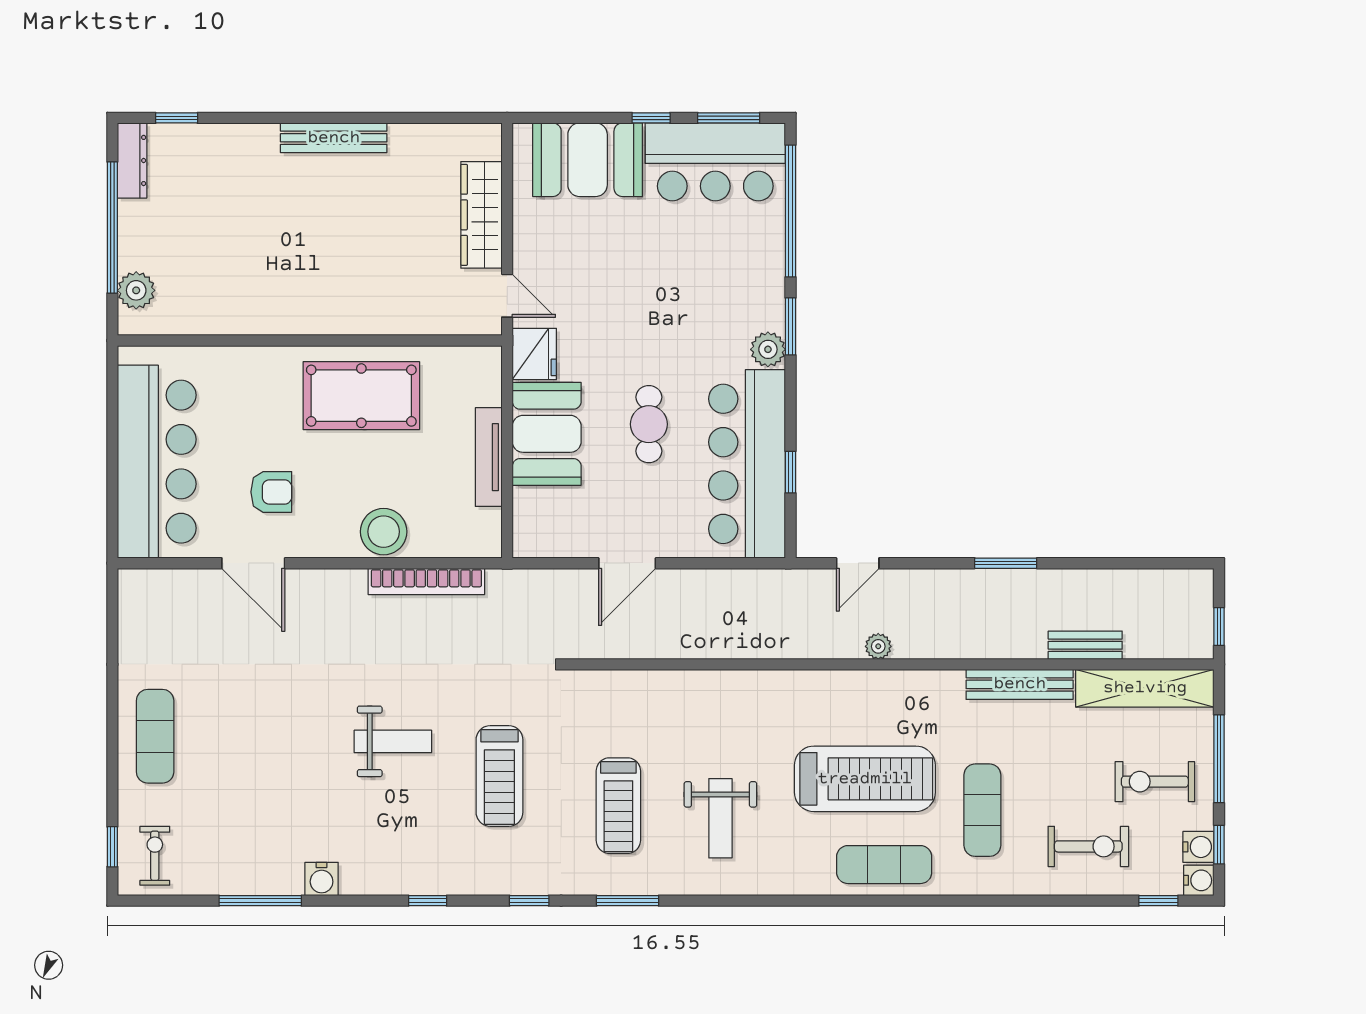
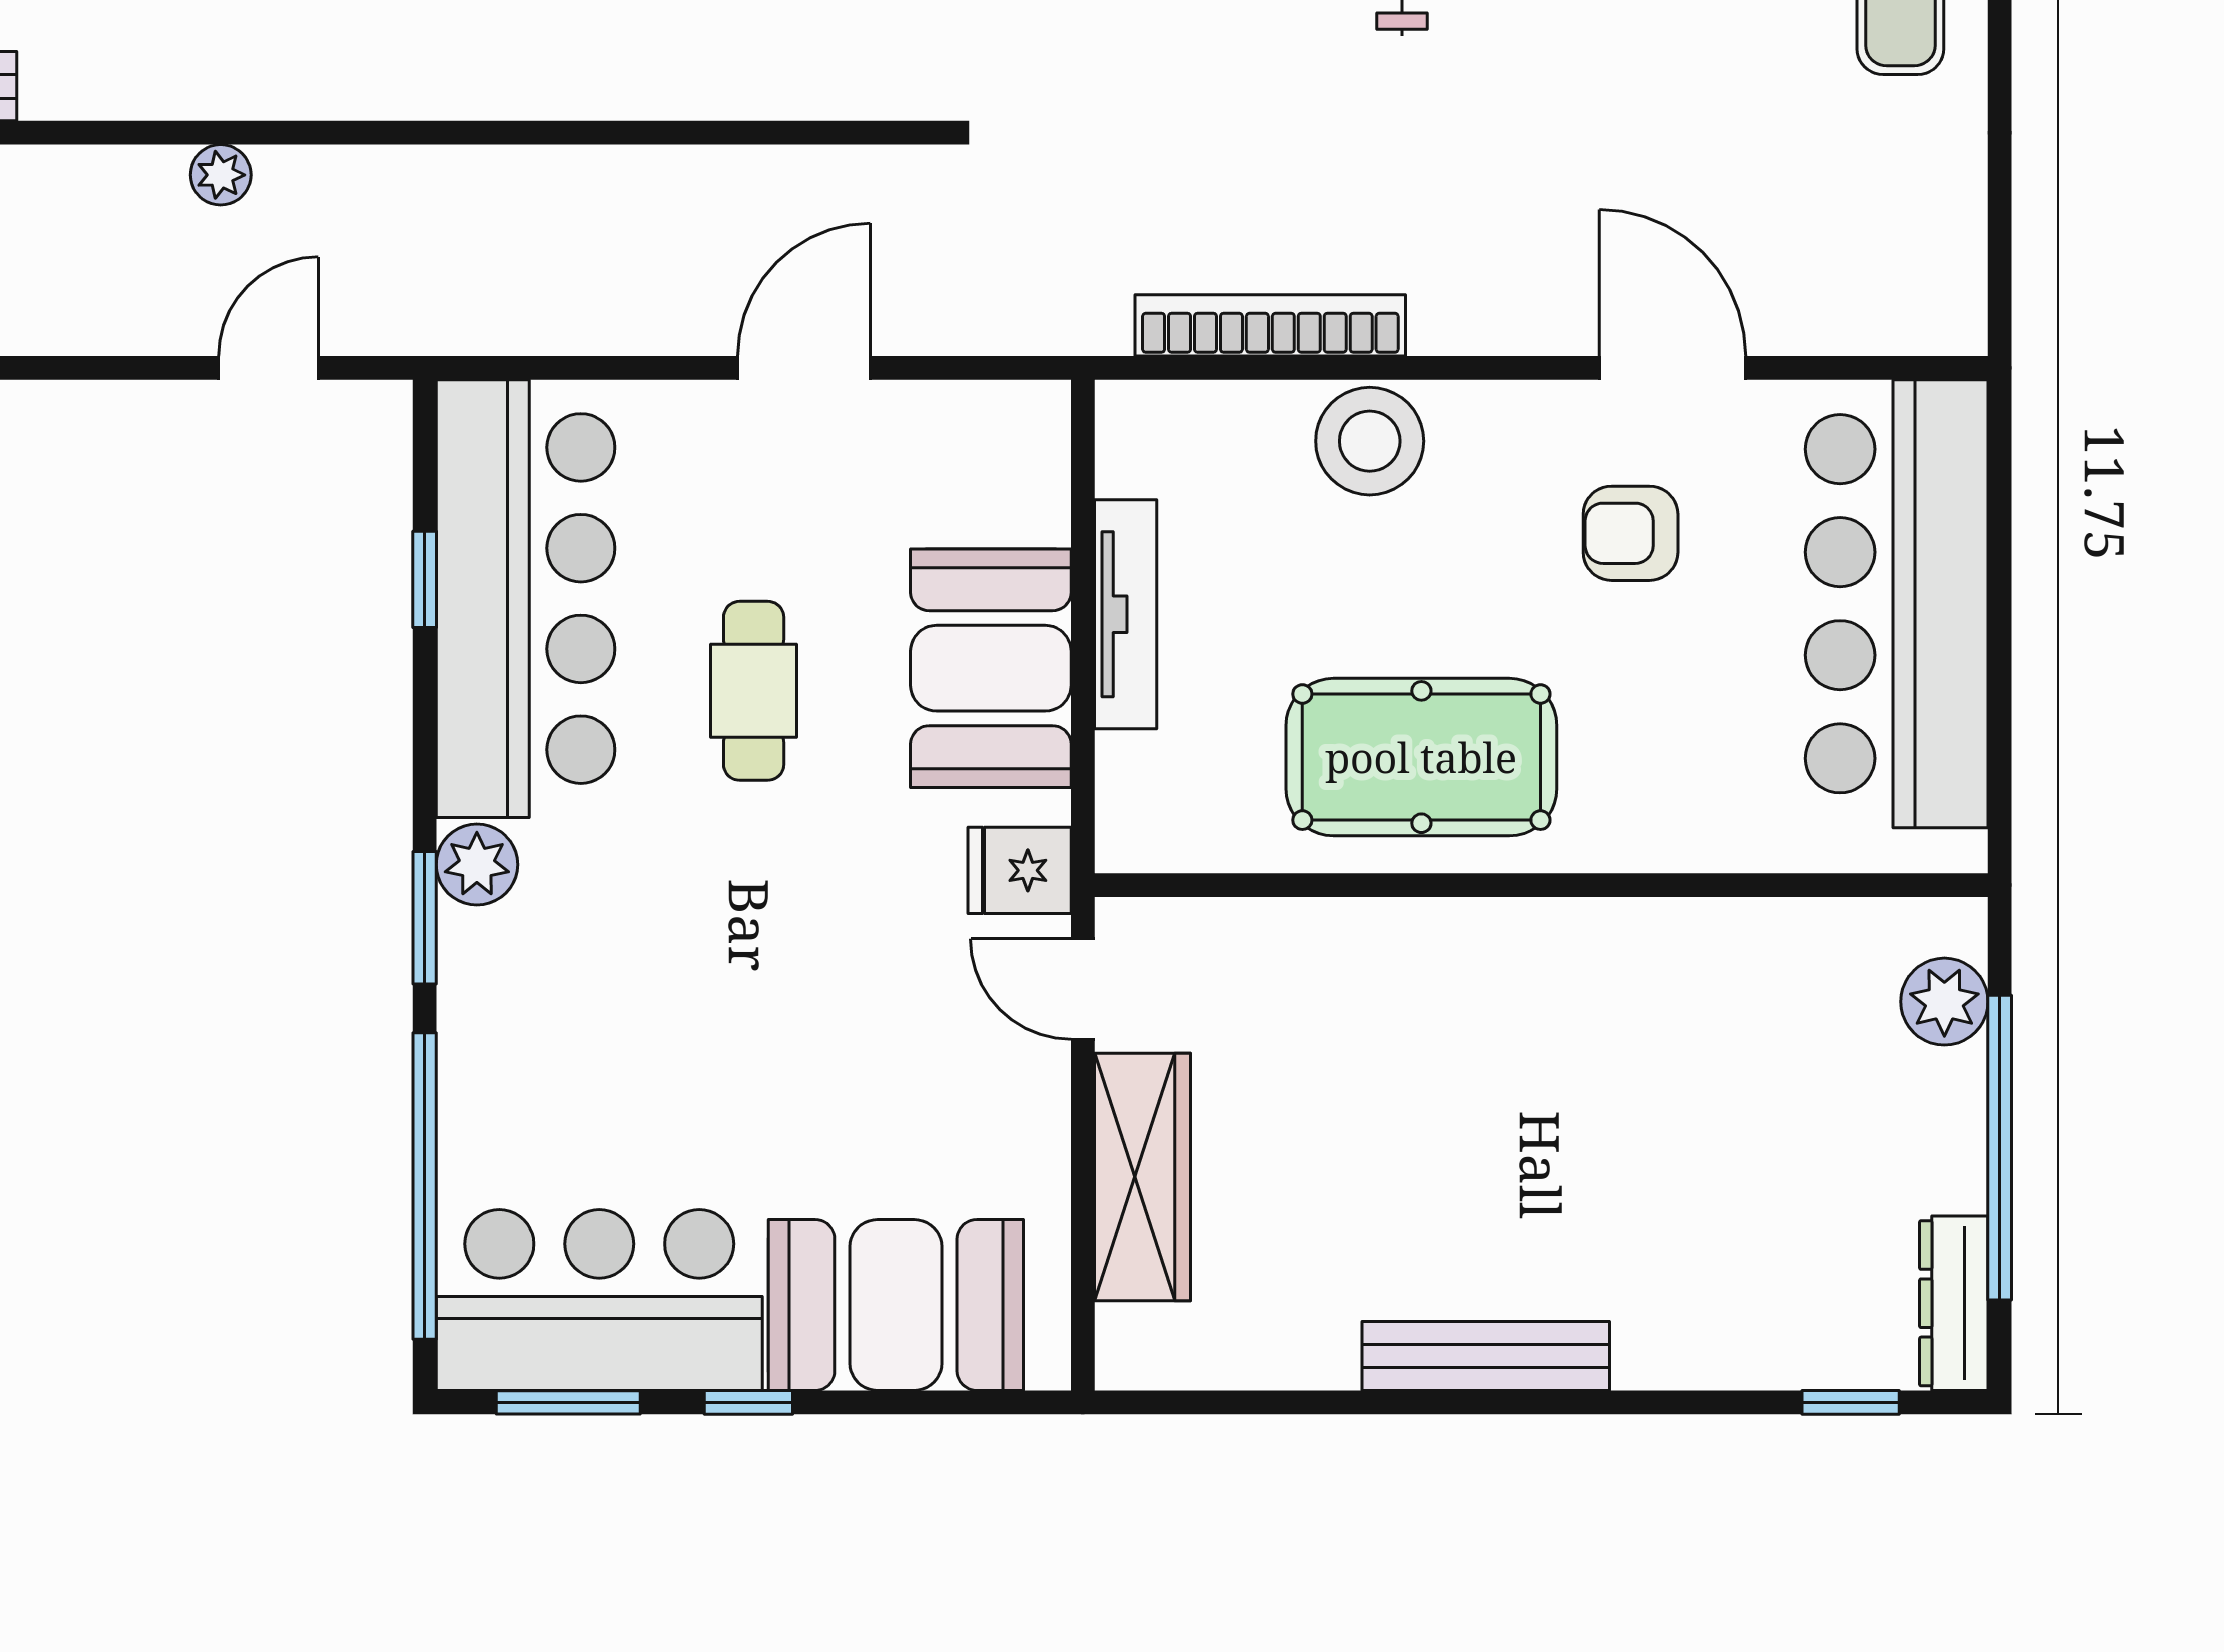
fridge: (534, 354) -> (1020, 870), width x0.72

